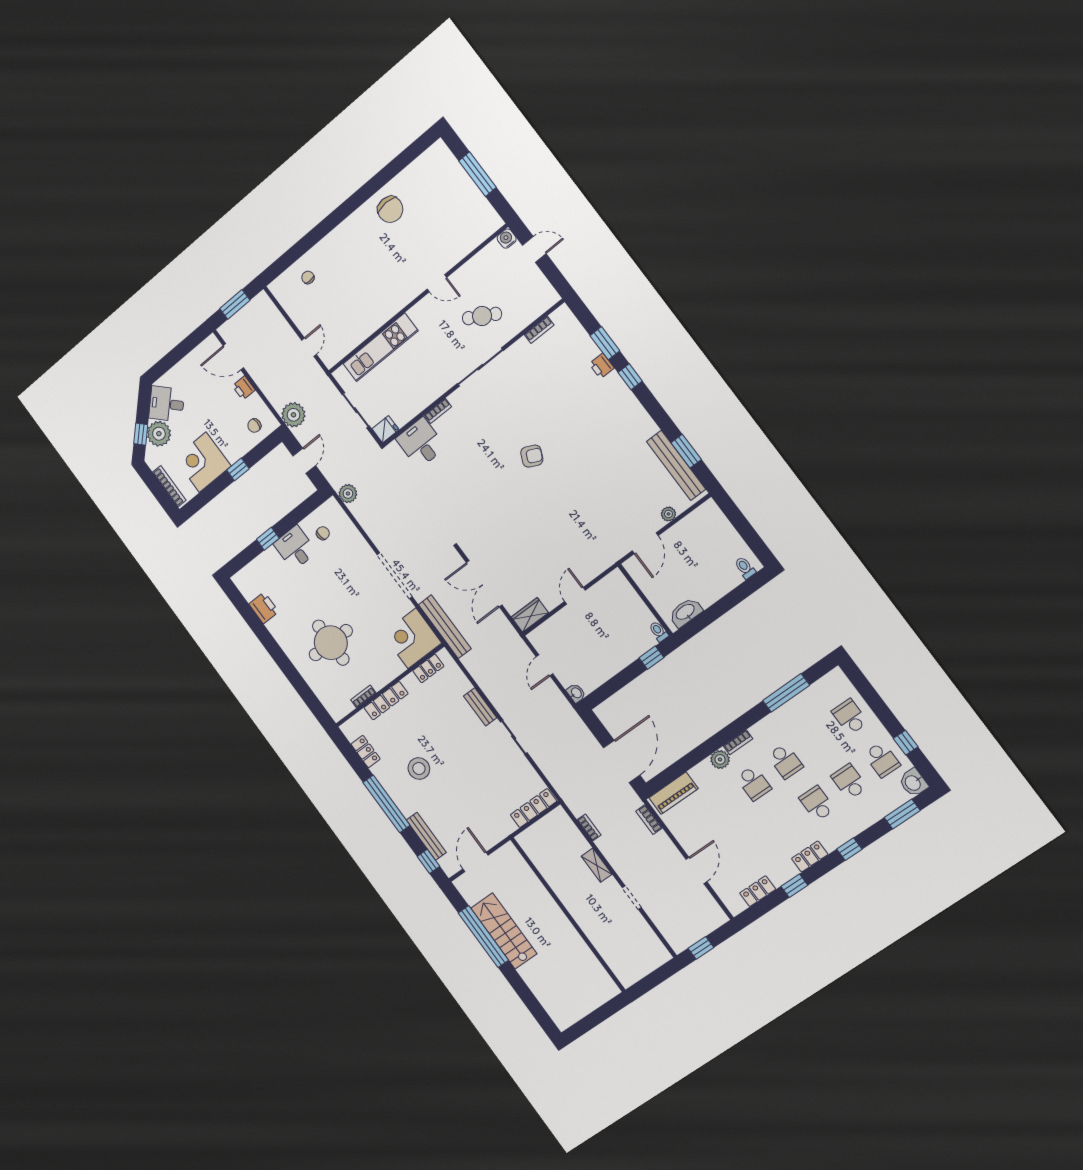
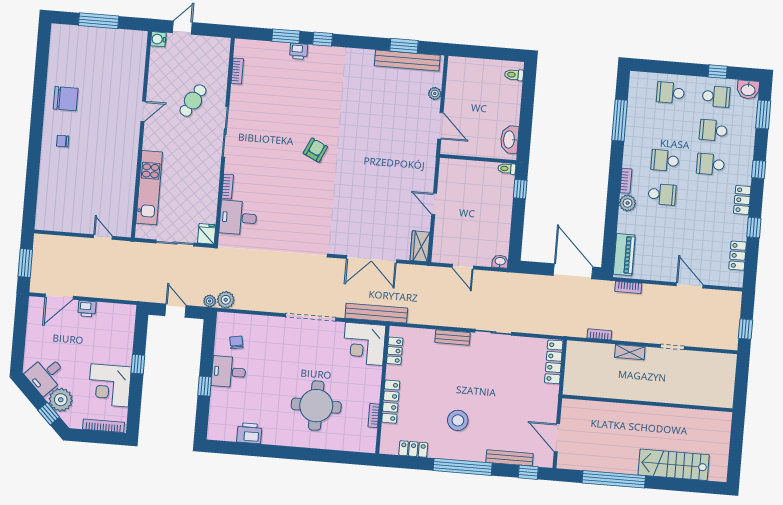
chair: (308, 277) -> (63, 141), moved
plant: (293, 415) -> (210, 301), moved, width x0.53, depth x0.53
chair: (254, 426) -> (119, 325), removed
school desk: (785, 761) -> (665, 160), turned 180
stairs: (504, 931) -> (674, 465), moved

